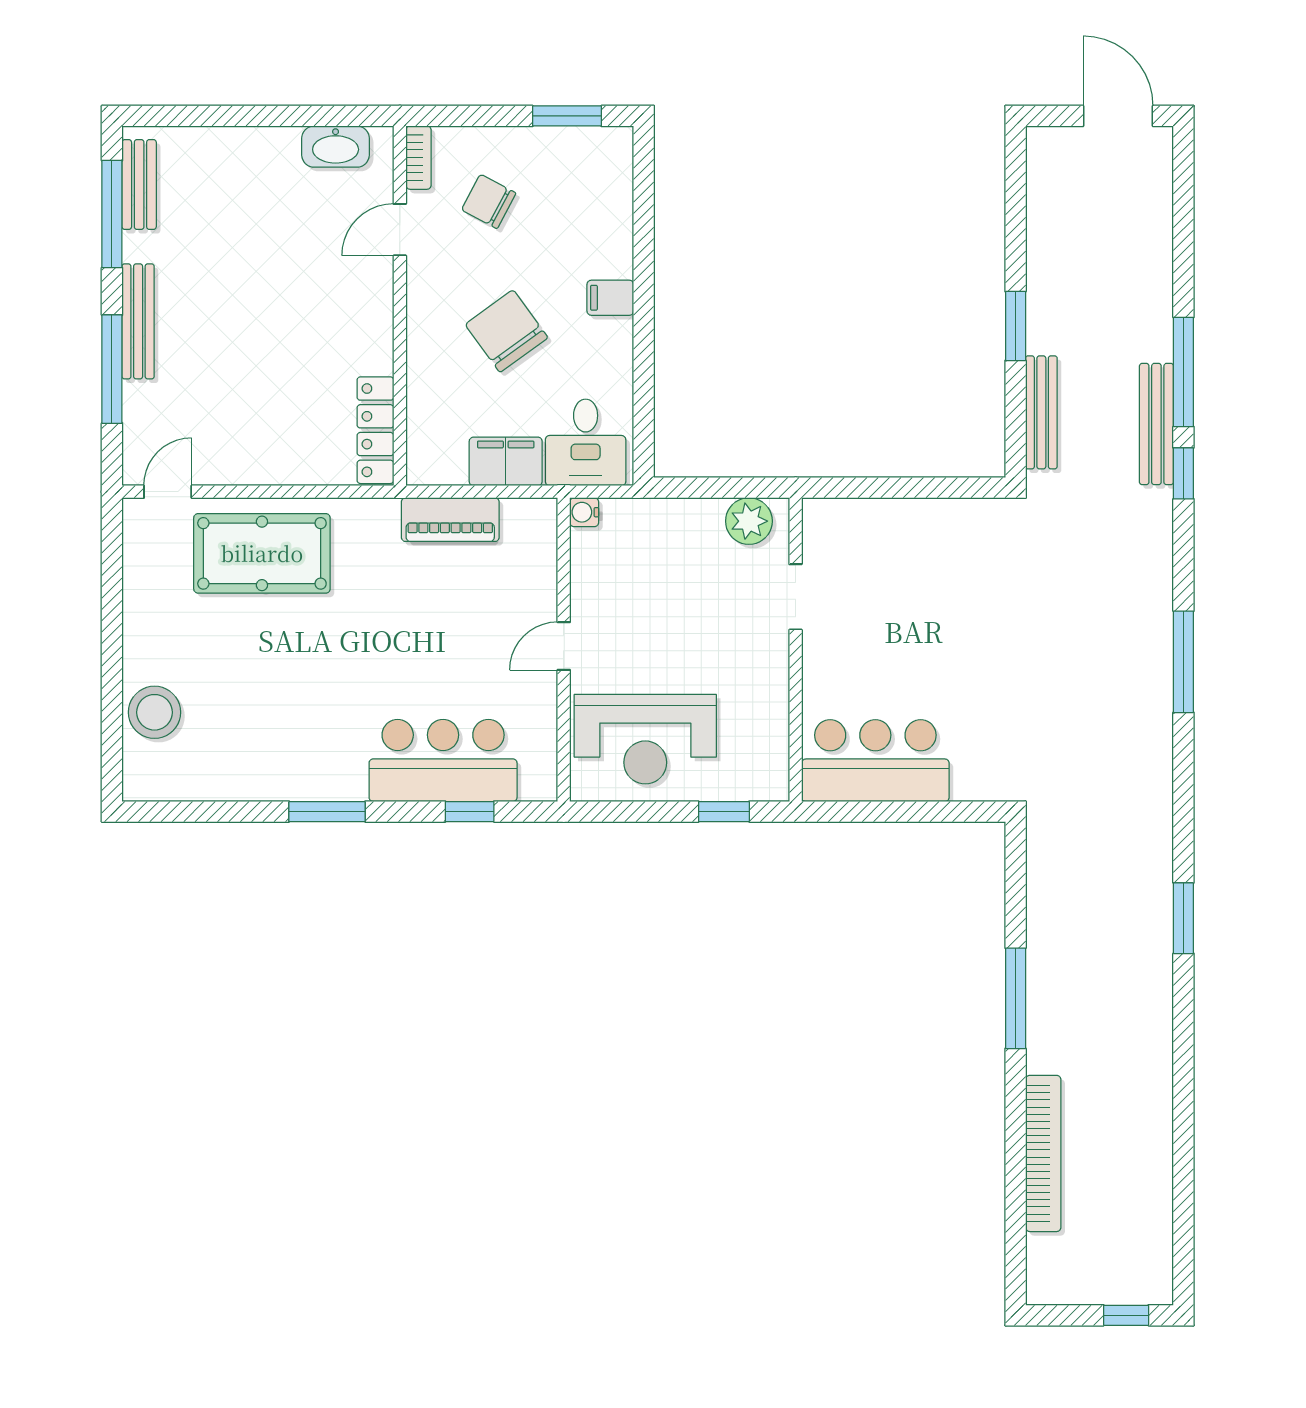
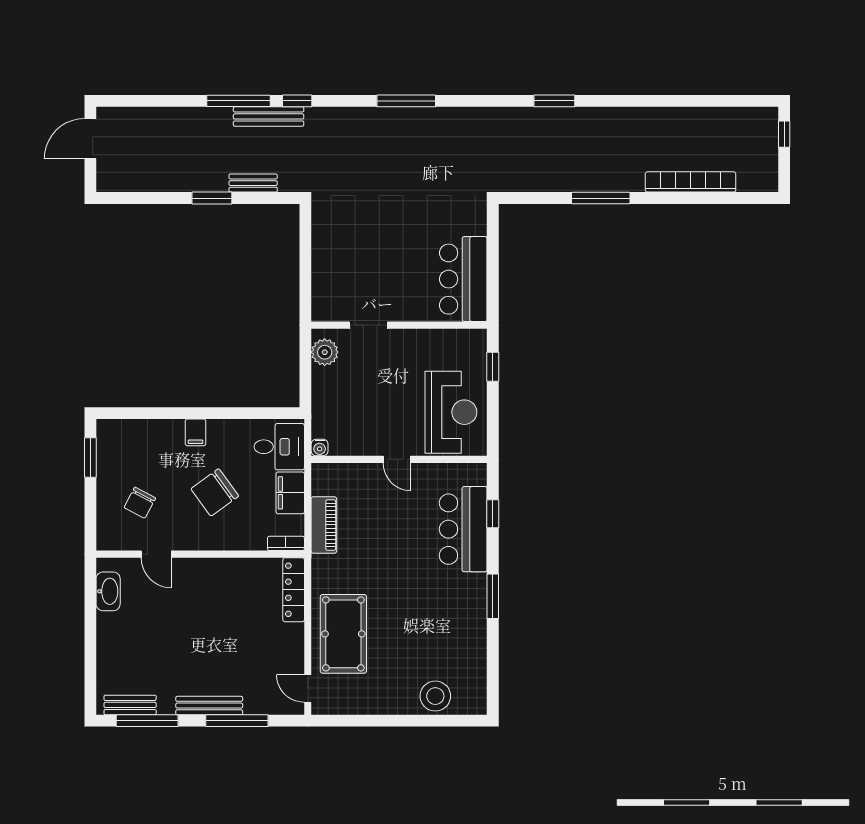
bookcase: (418, 158) -> (286, 543), moved
bench: (1041, 412) -> (253, 183), width x0.73
locker: (375, 430) -> (294, 590), moved, turned 90

